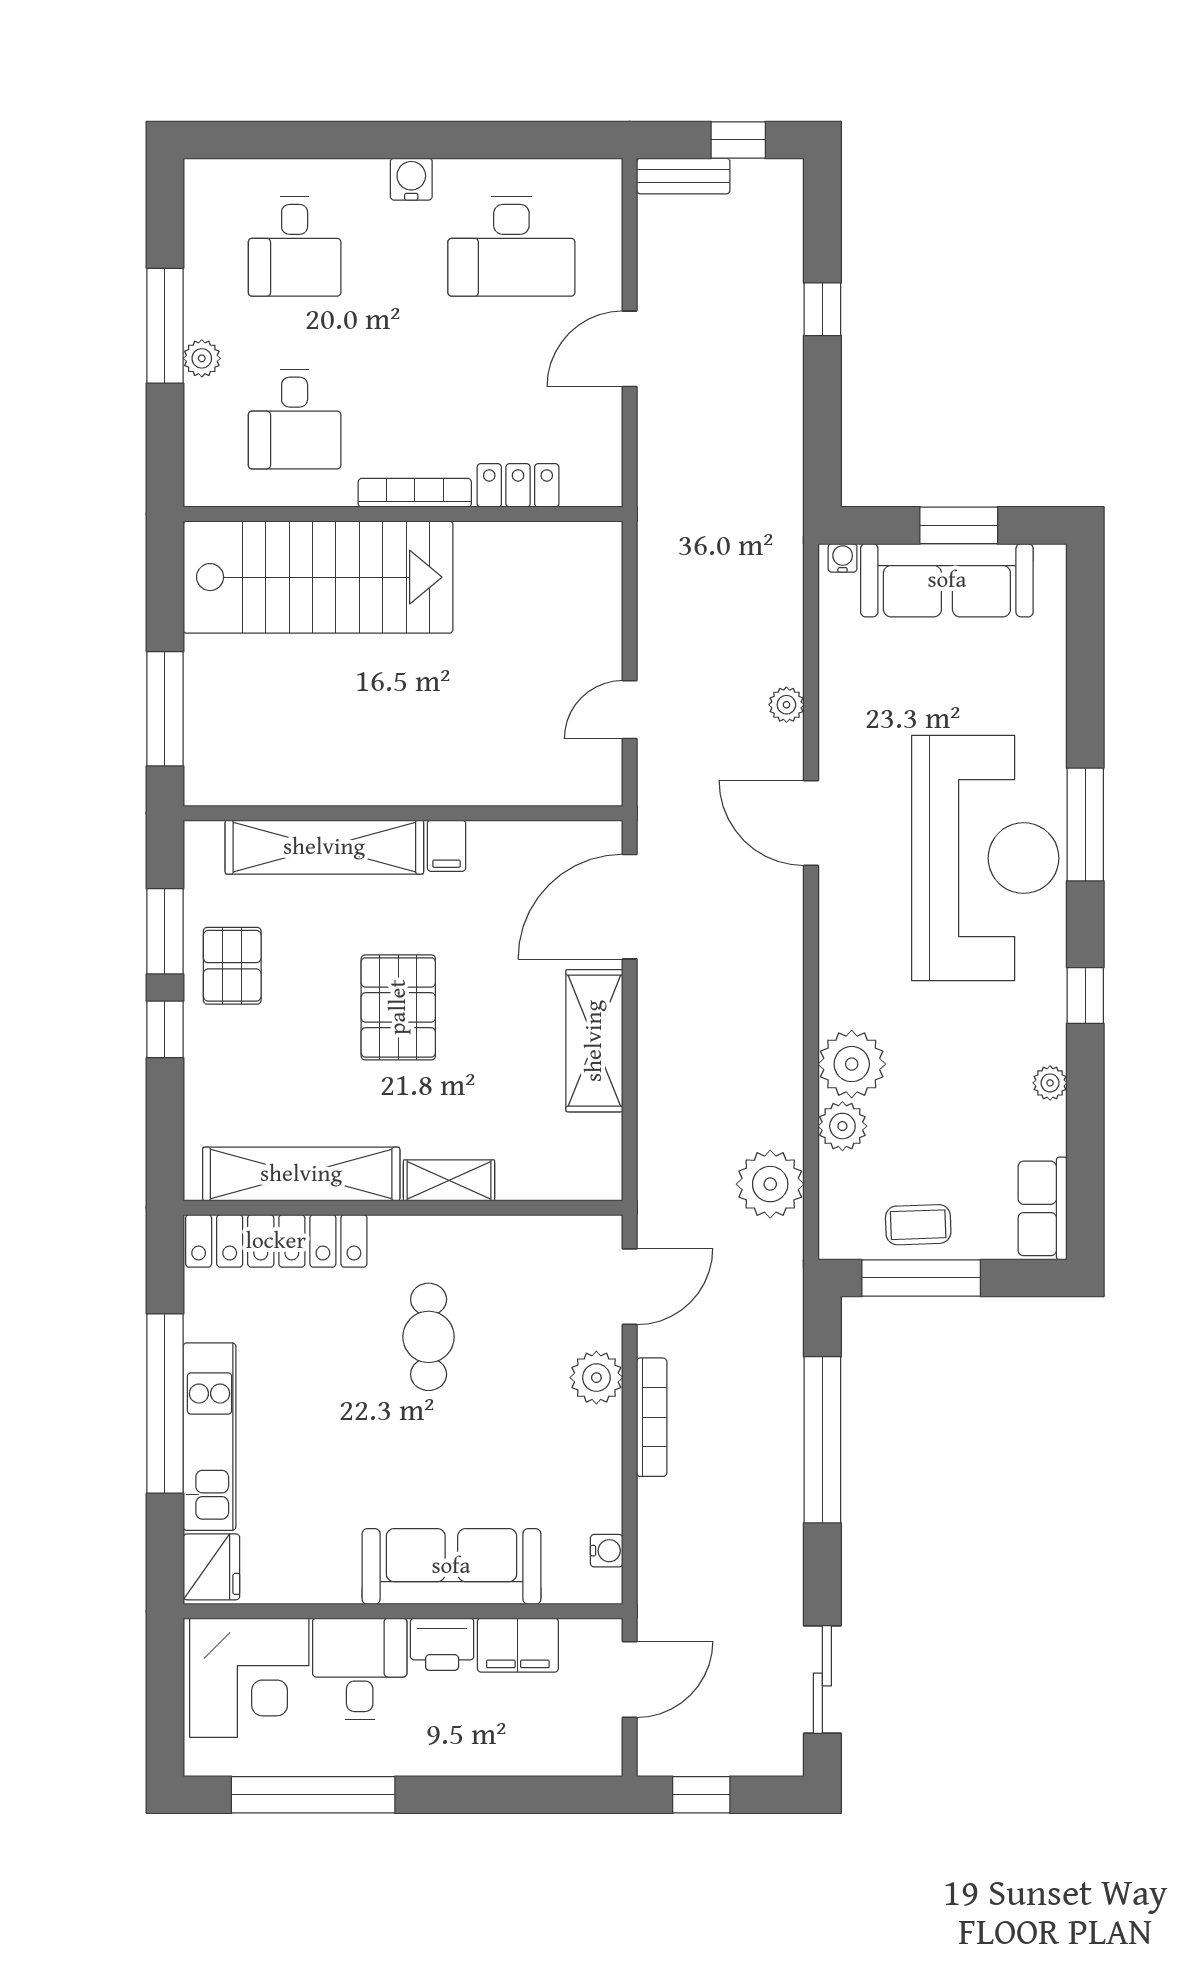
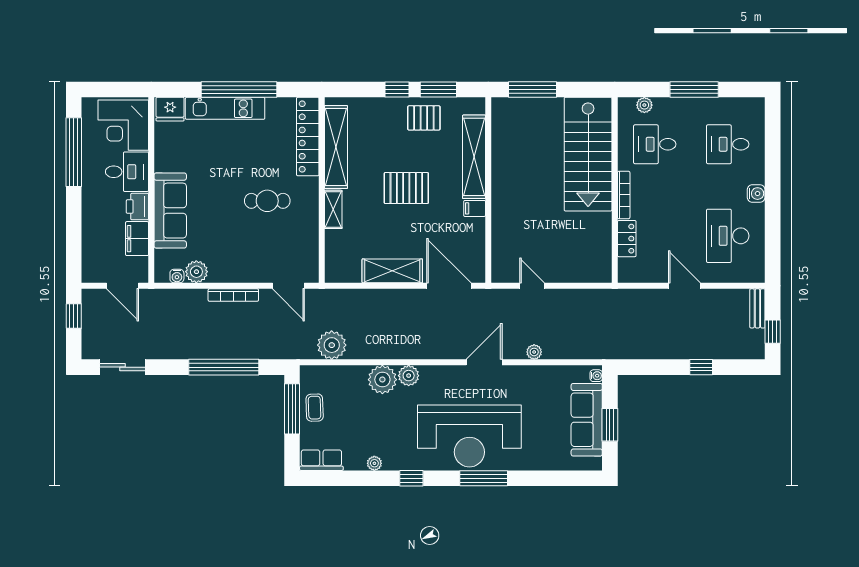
plant: (202, 358) -> (644, 105), moved
plant: (842, 1126) -> (409, 376), moved
plant: (596, 1378) -> (196, 272), moved

